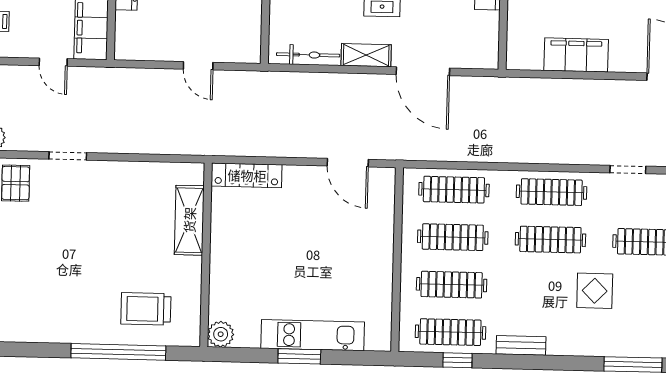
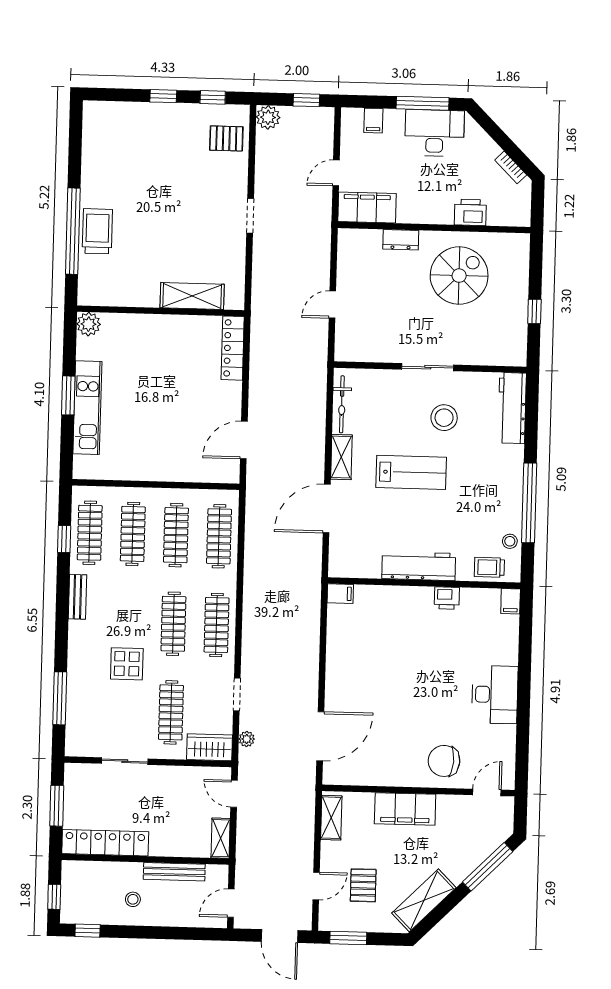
filing cabinet: (576, 55) -> (340, 594), moved, width x0.33, depth x0.86
doorway: (68, 156) -> (250, 216), moved
trolley: (146, 309) -> (97, 231), moved

